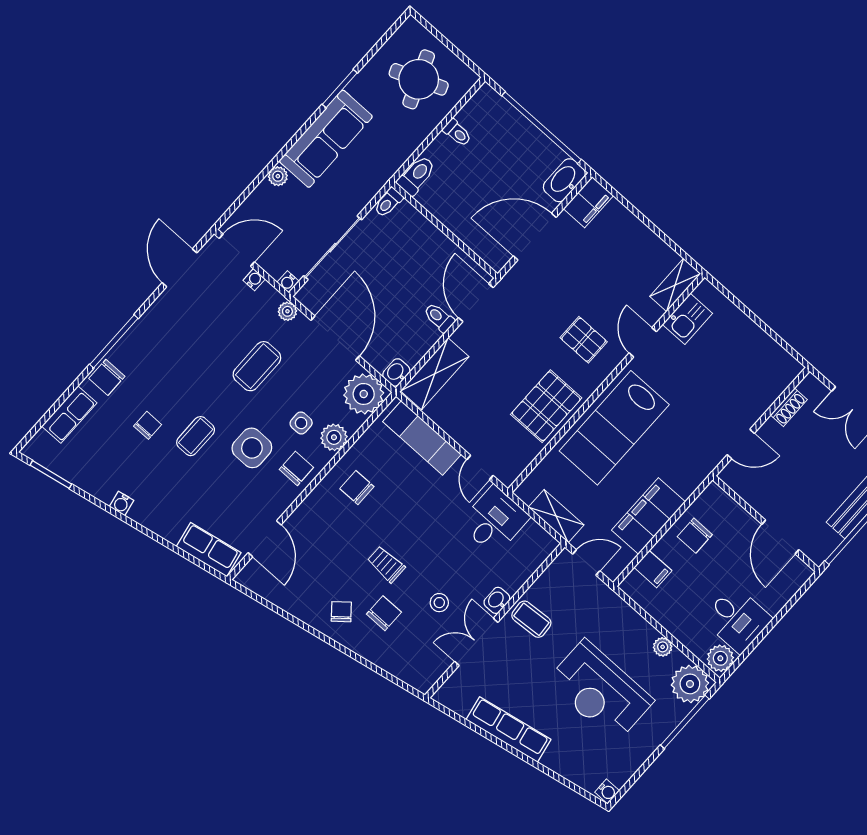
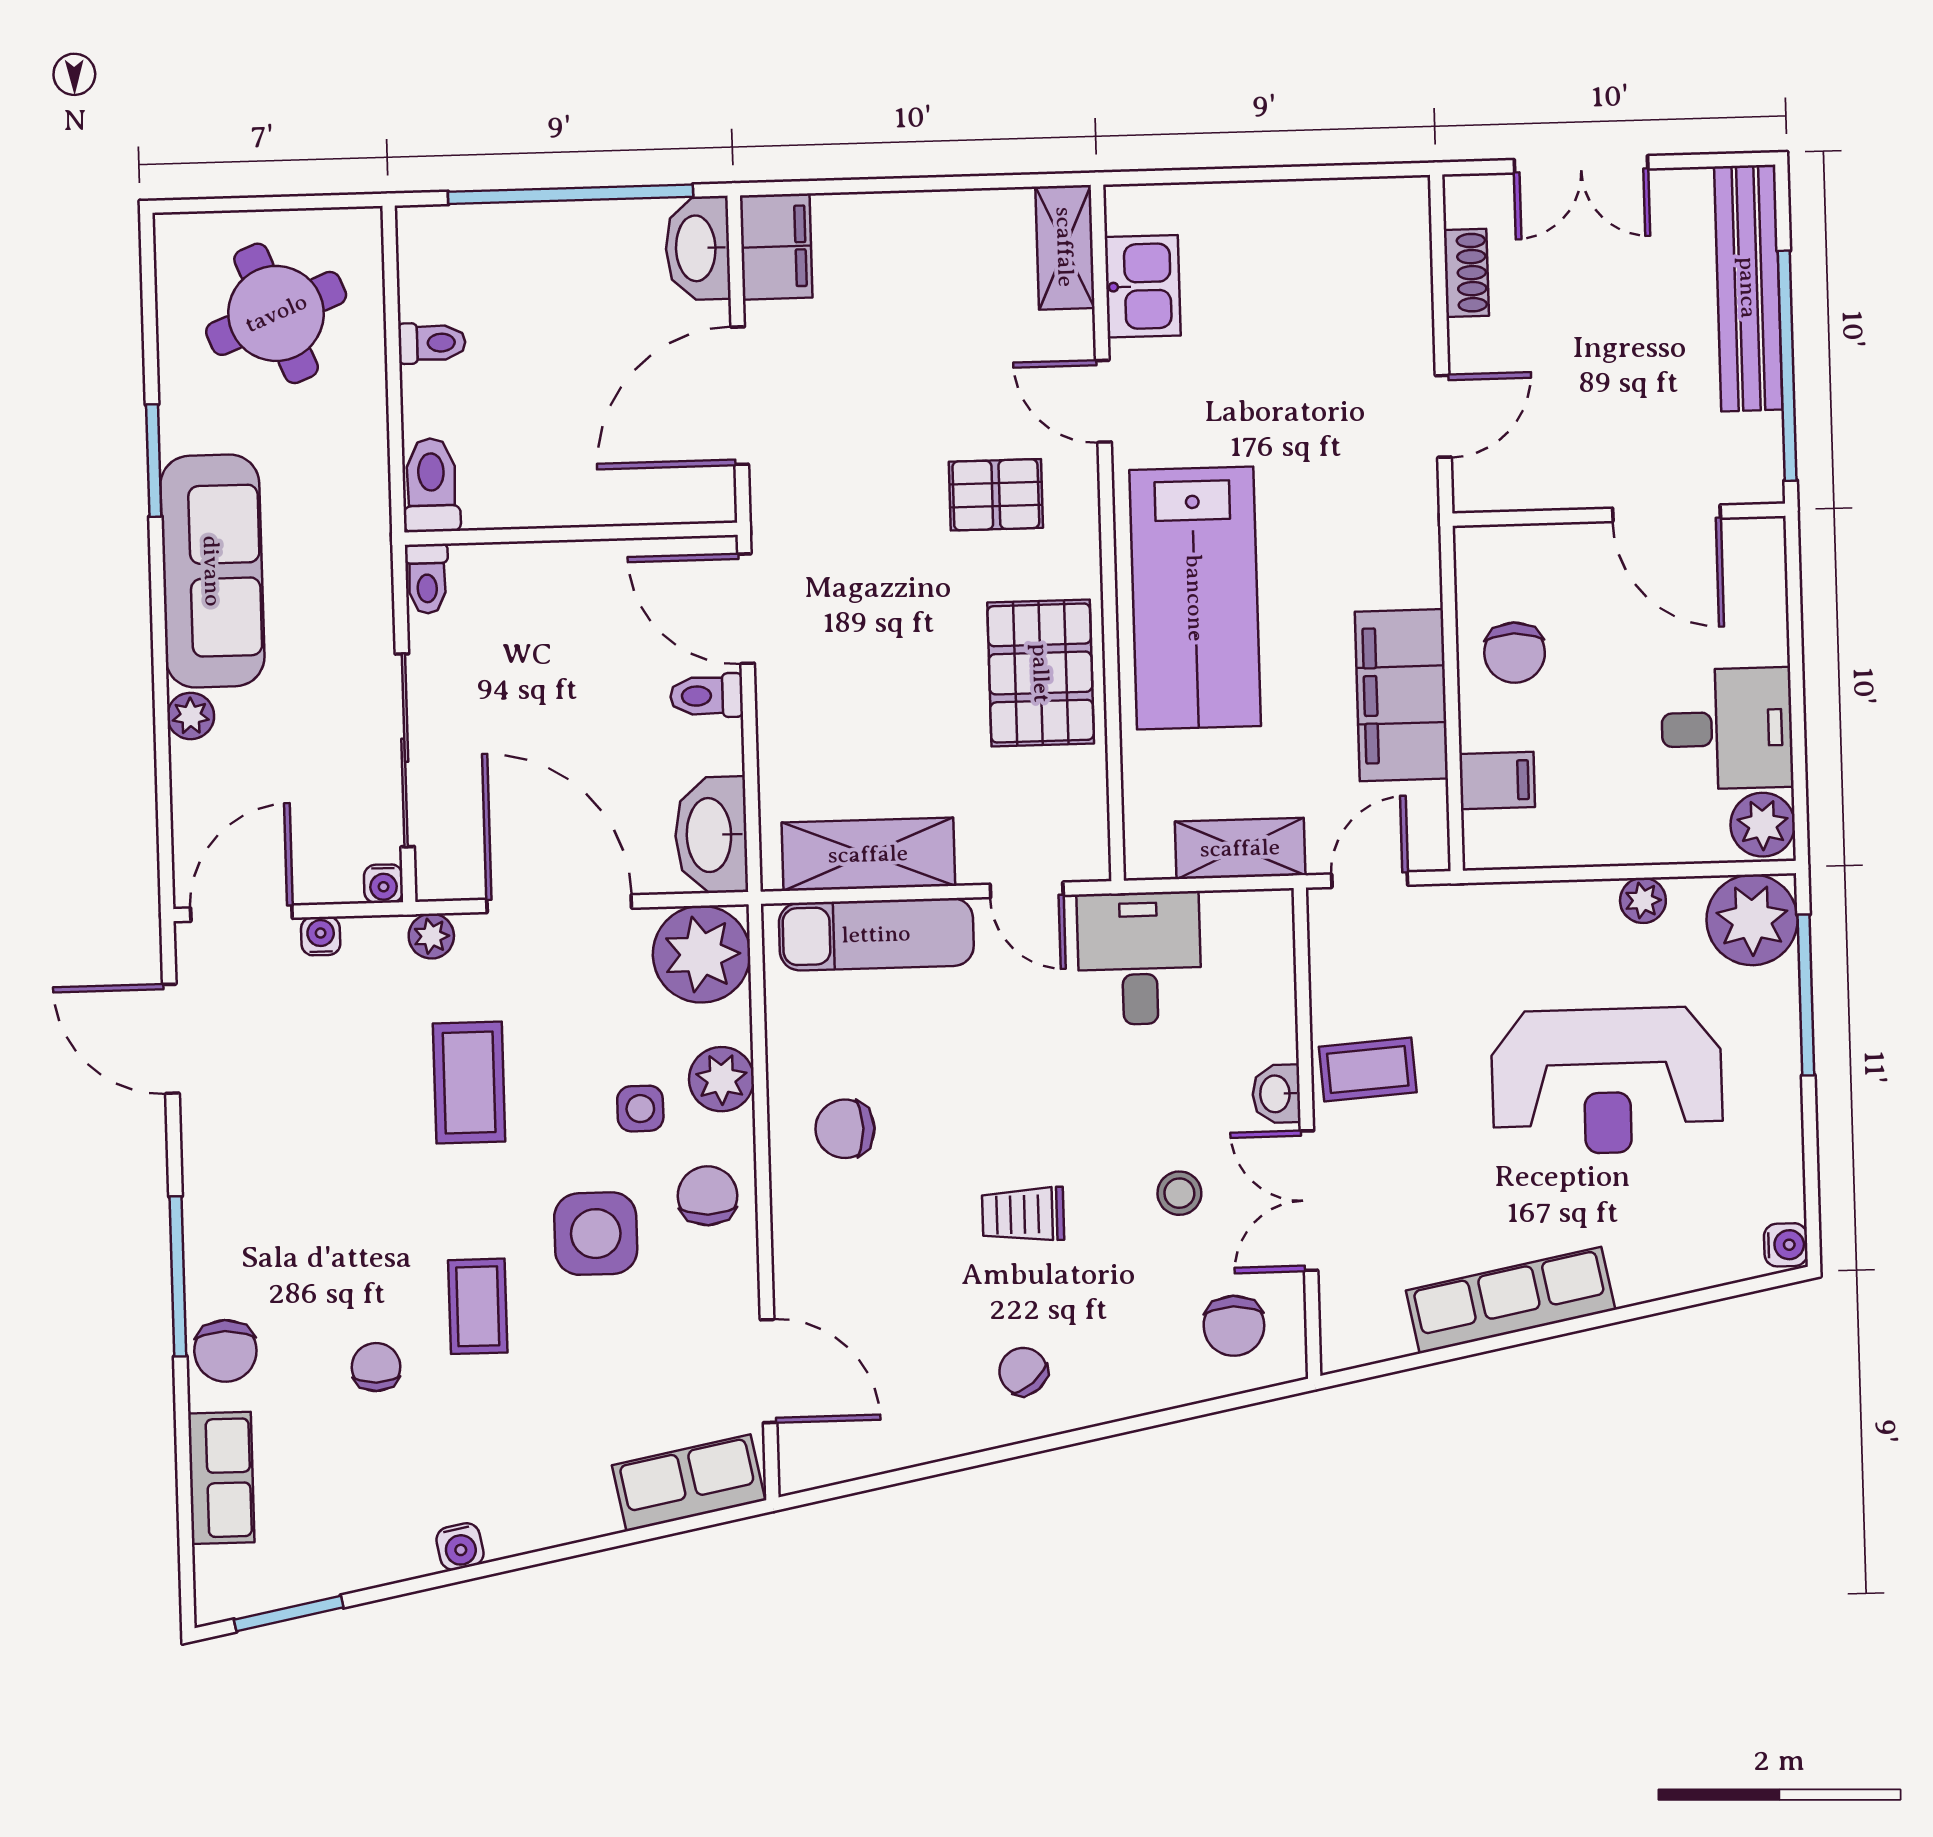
washbasin: (396, 372) -> (711, 835), width x1.91, depth x1.45
shelving: (435, 374) -> (868, 854), moved, turned 90
chair: (384, 613) -> (1234, 1326), moved, turned 180

